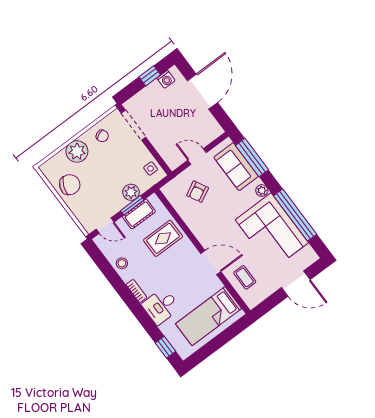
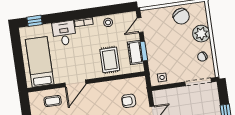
chair: (70, 185) -> (181, 16), turned -47
plant: (131, 192) -> (153, 55), removed
armchair: (198, 192) -> (129, 101), turned -62

